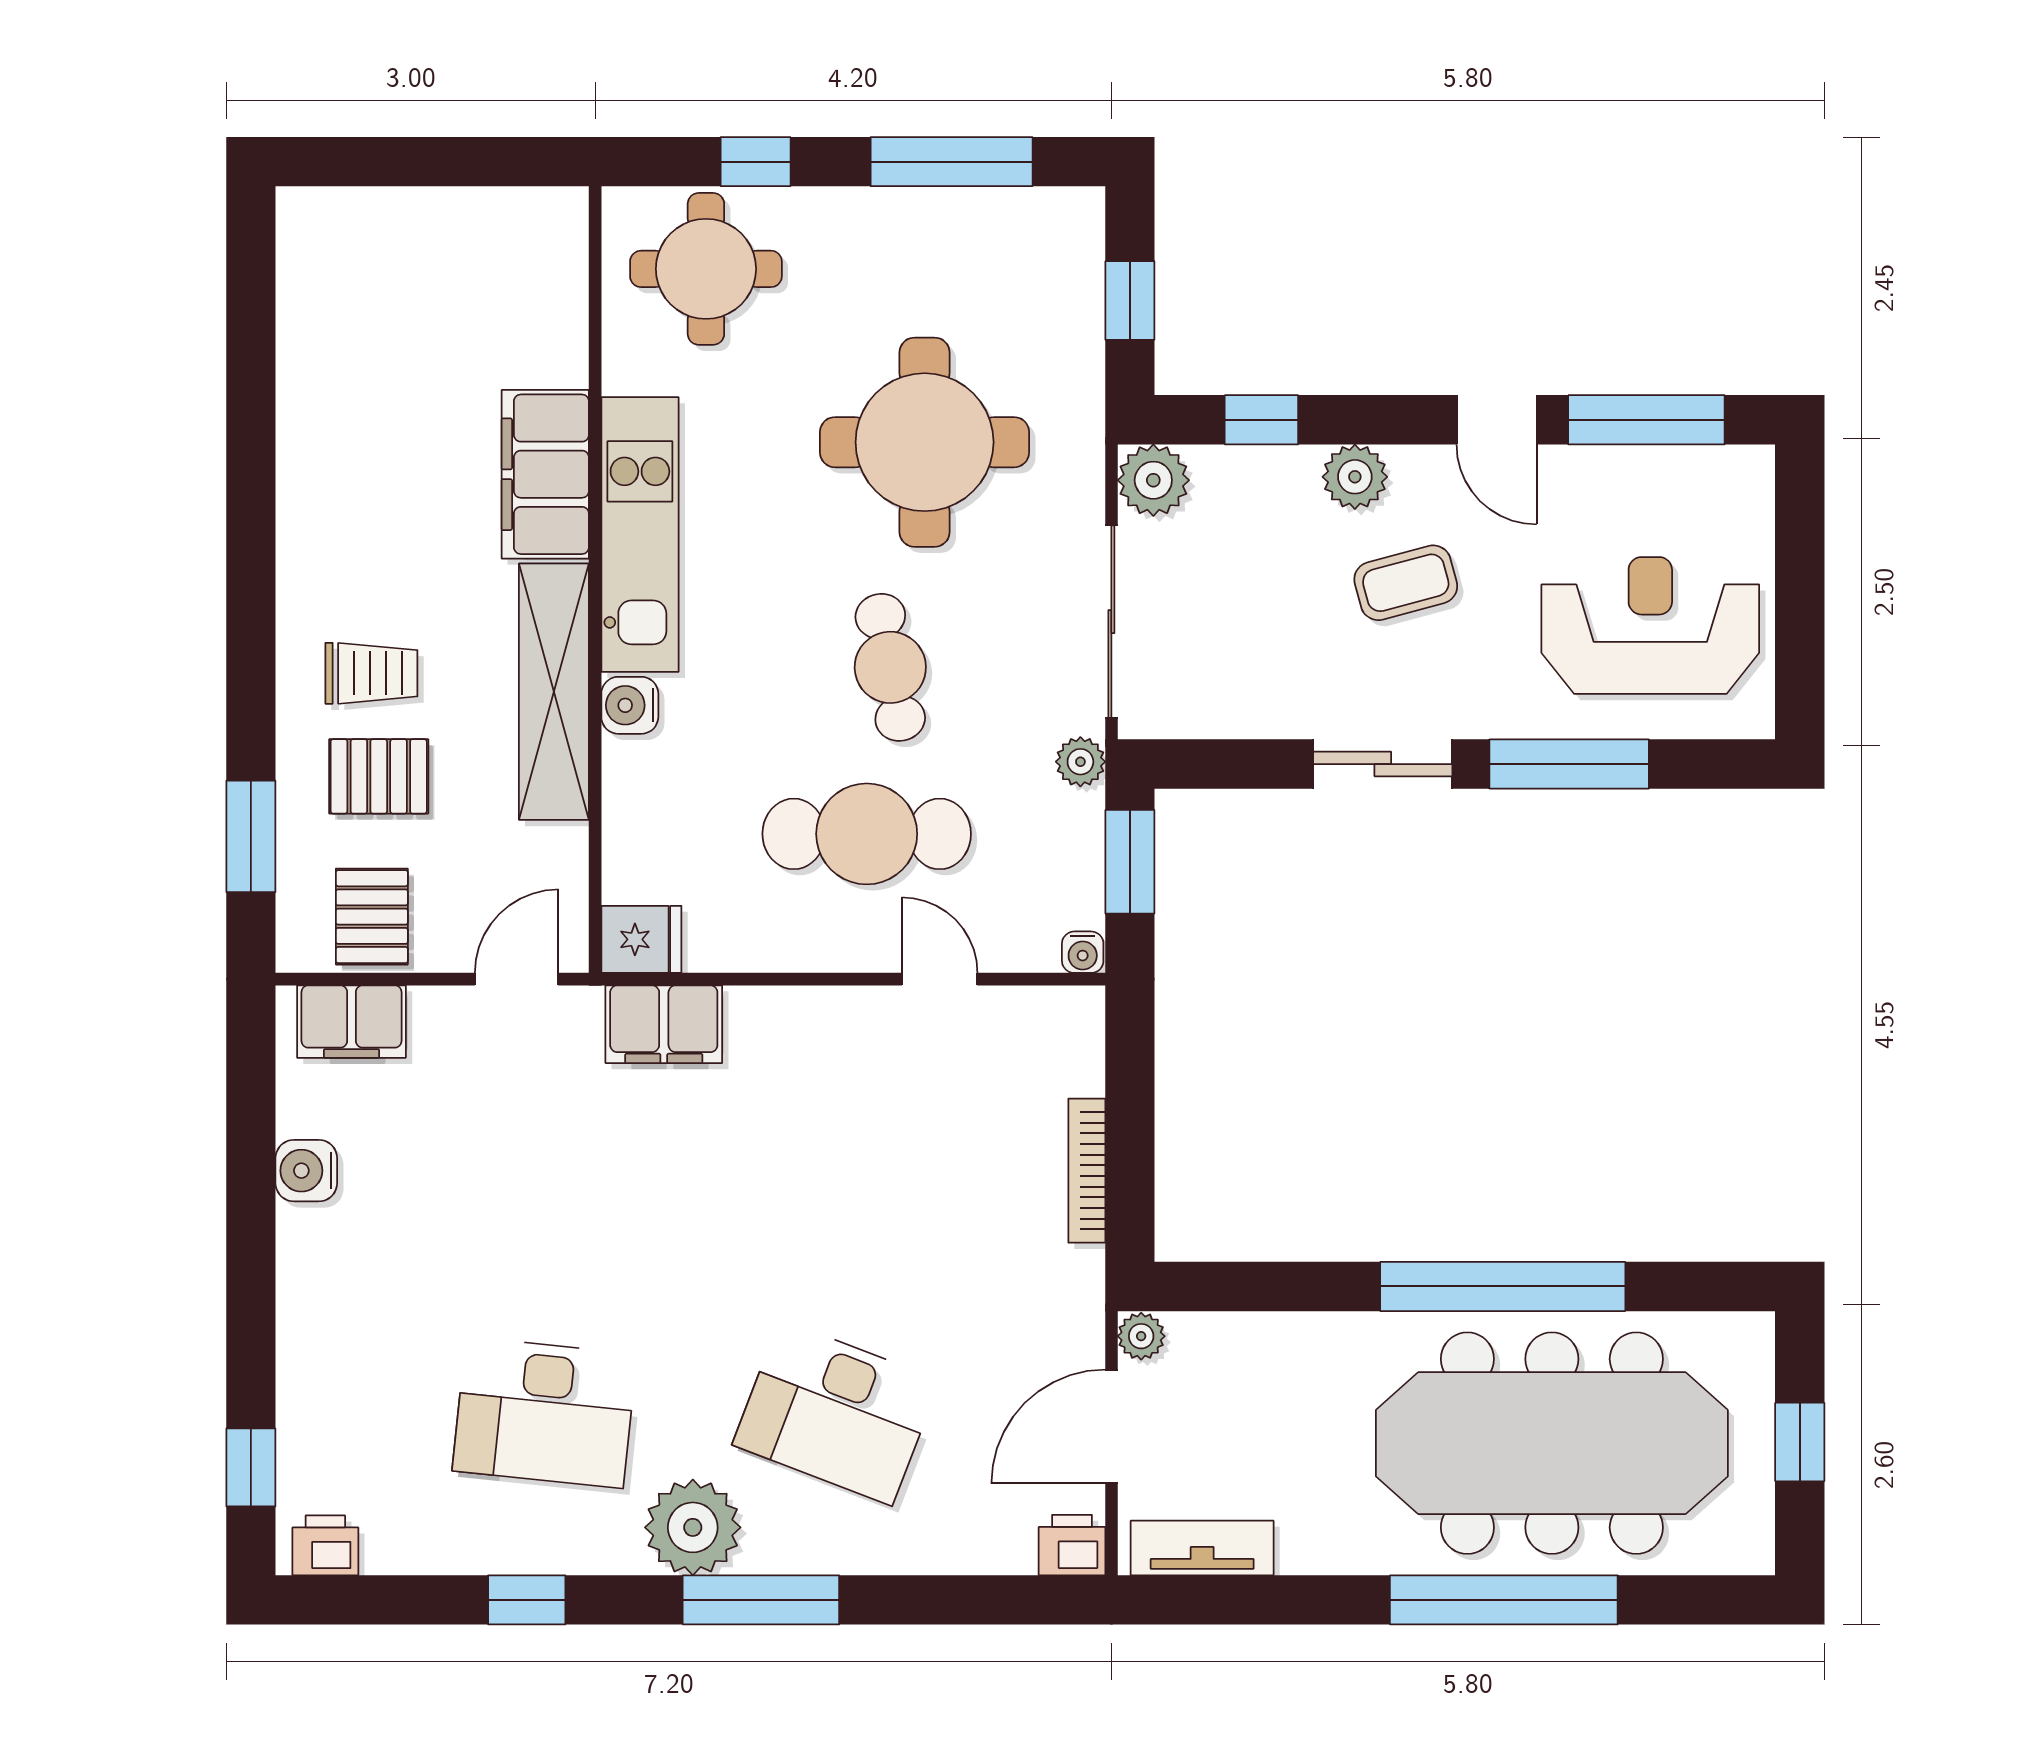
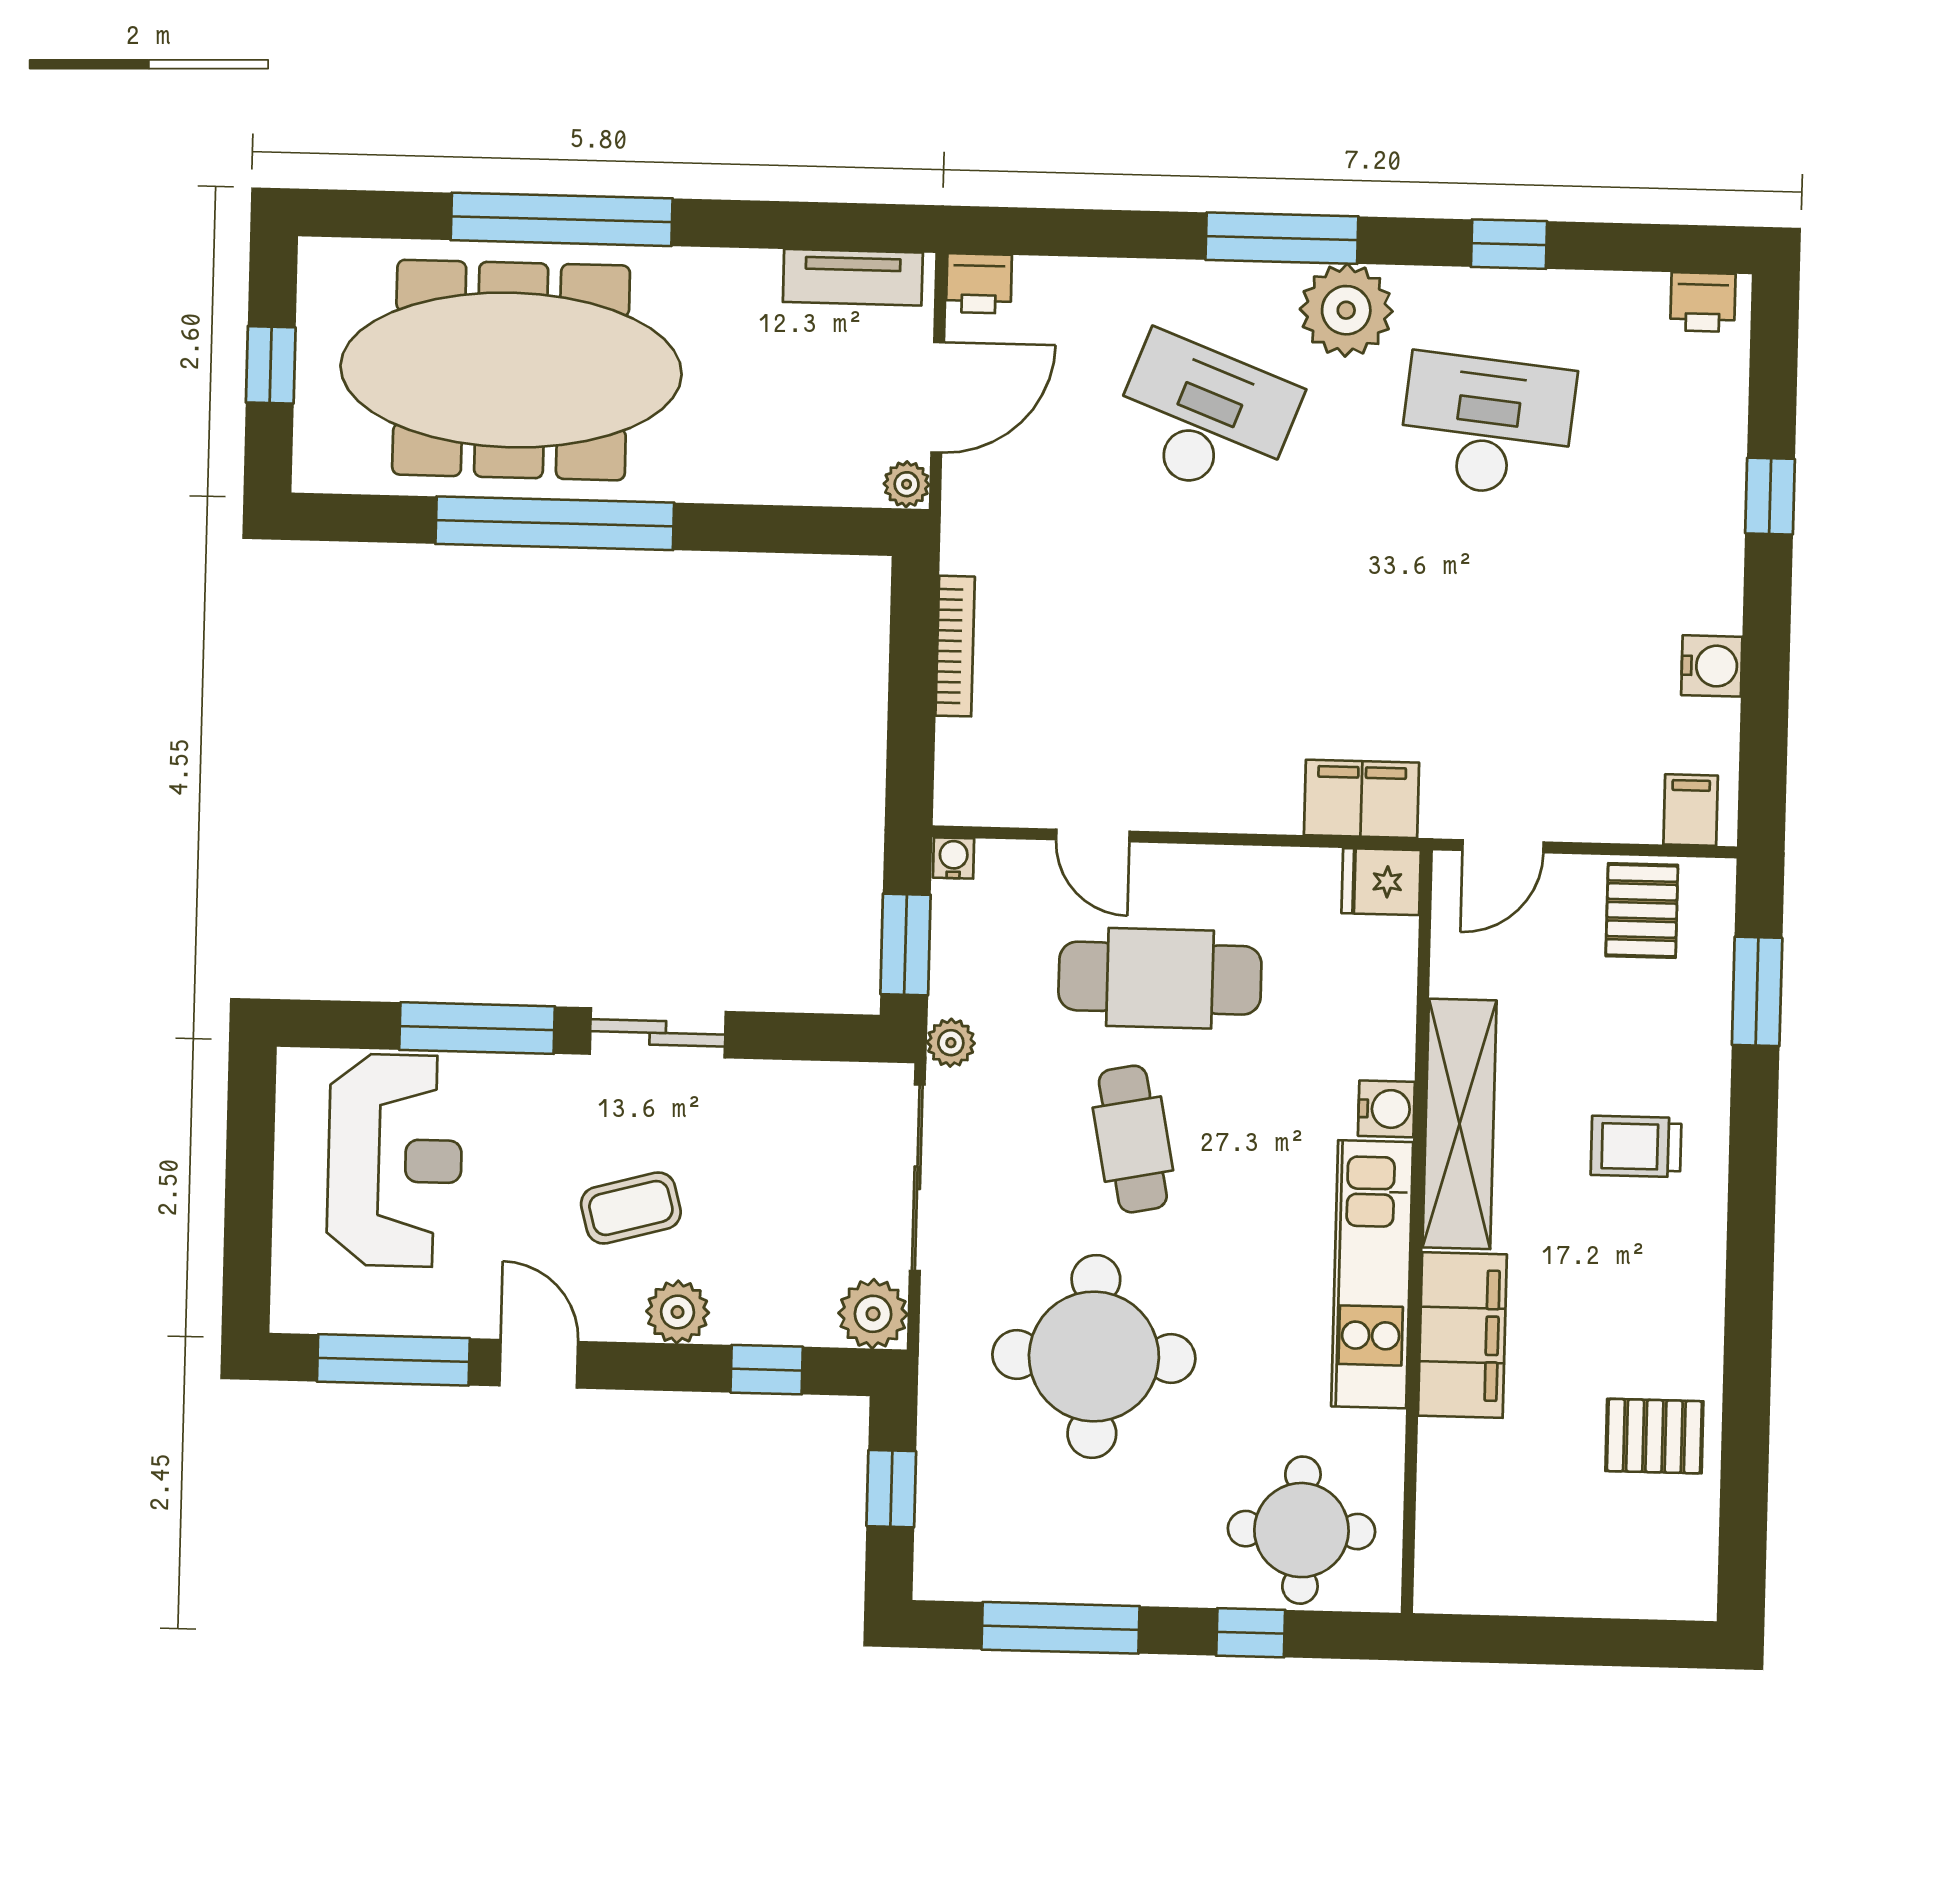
reception desk: (1650, 626) -> (395, 1160), turned -90
pallet: (379, 776) -> (1654, 1436), moved
filing cabinet: (351, 1022) -> (1691, 810), width x0.50
window: (251, 1467) -> (1770, 496), moved

